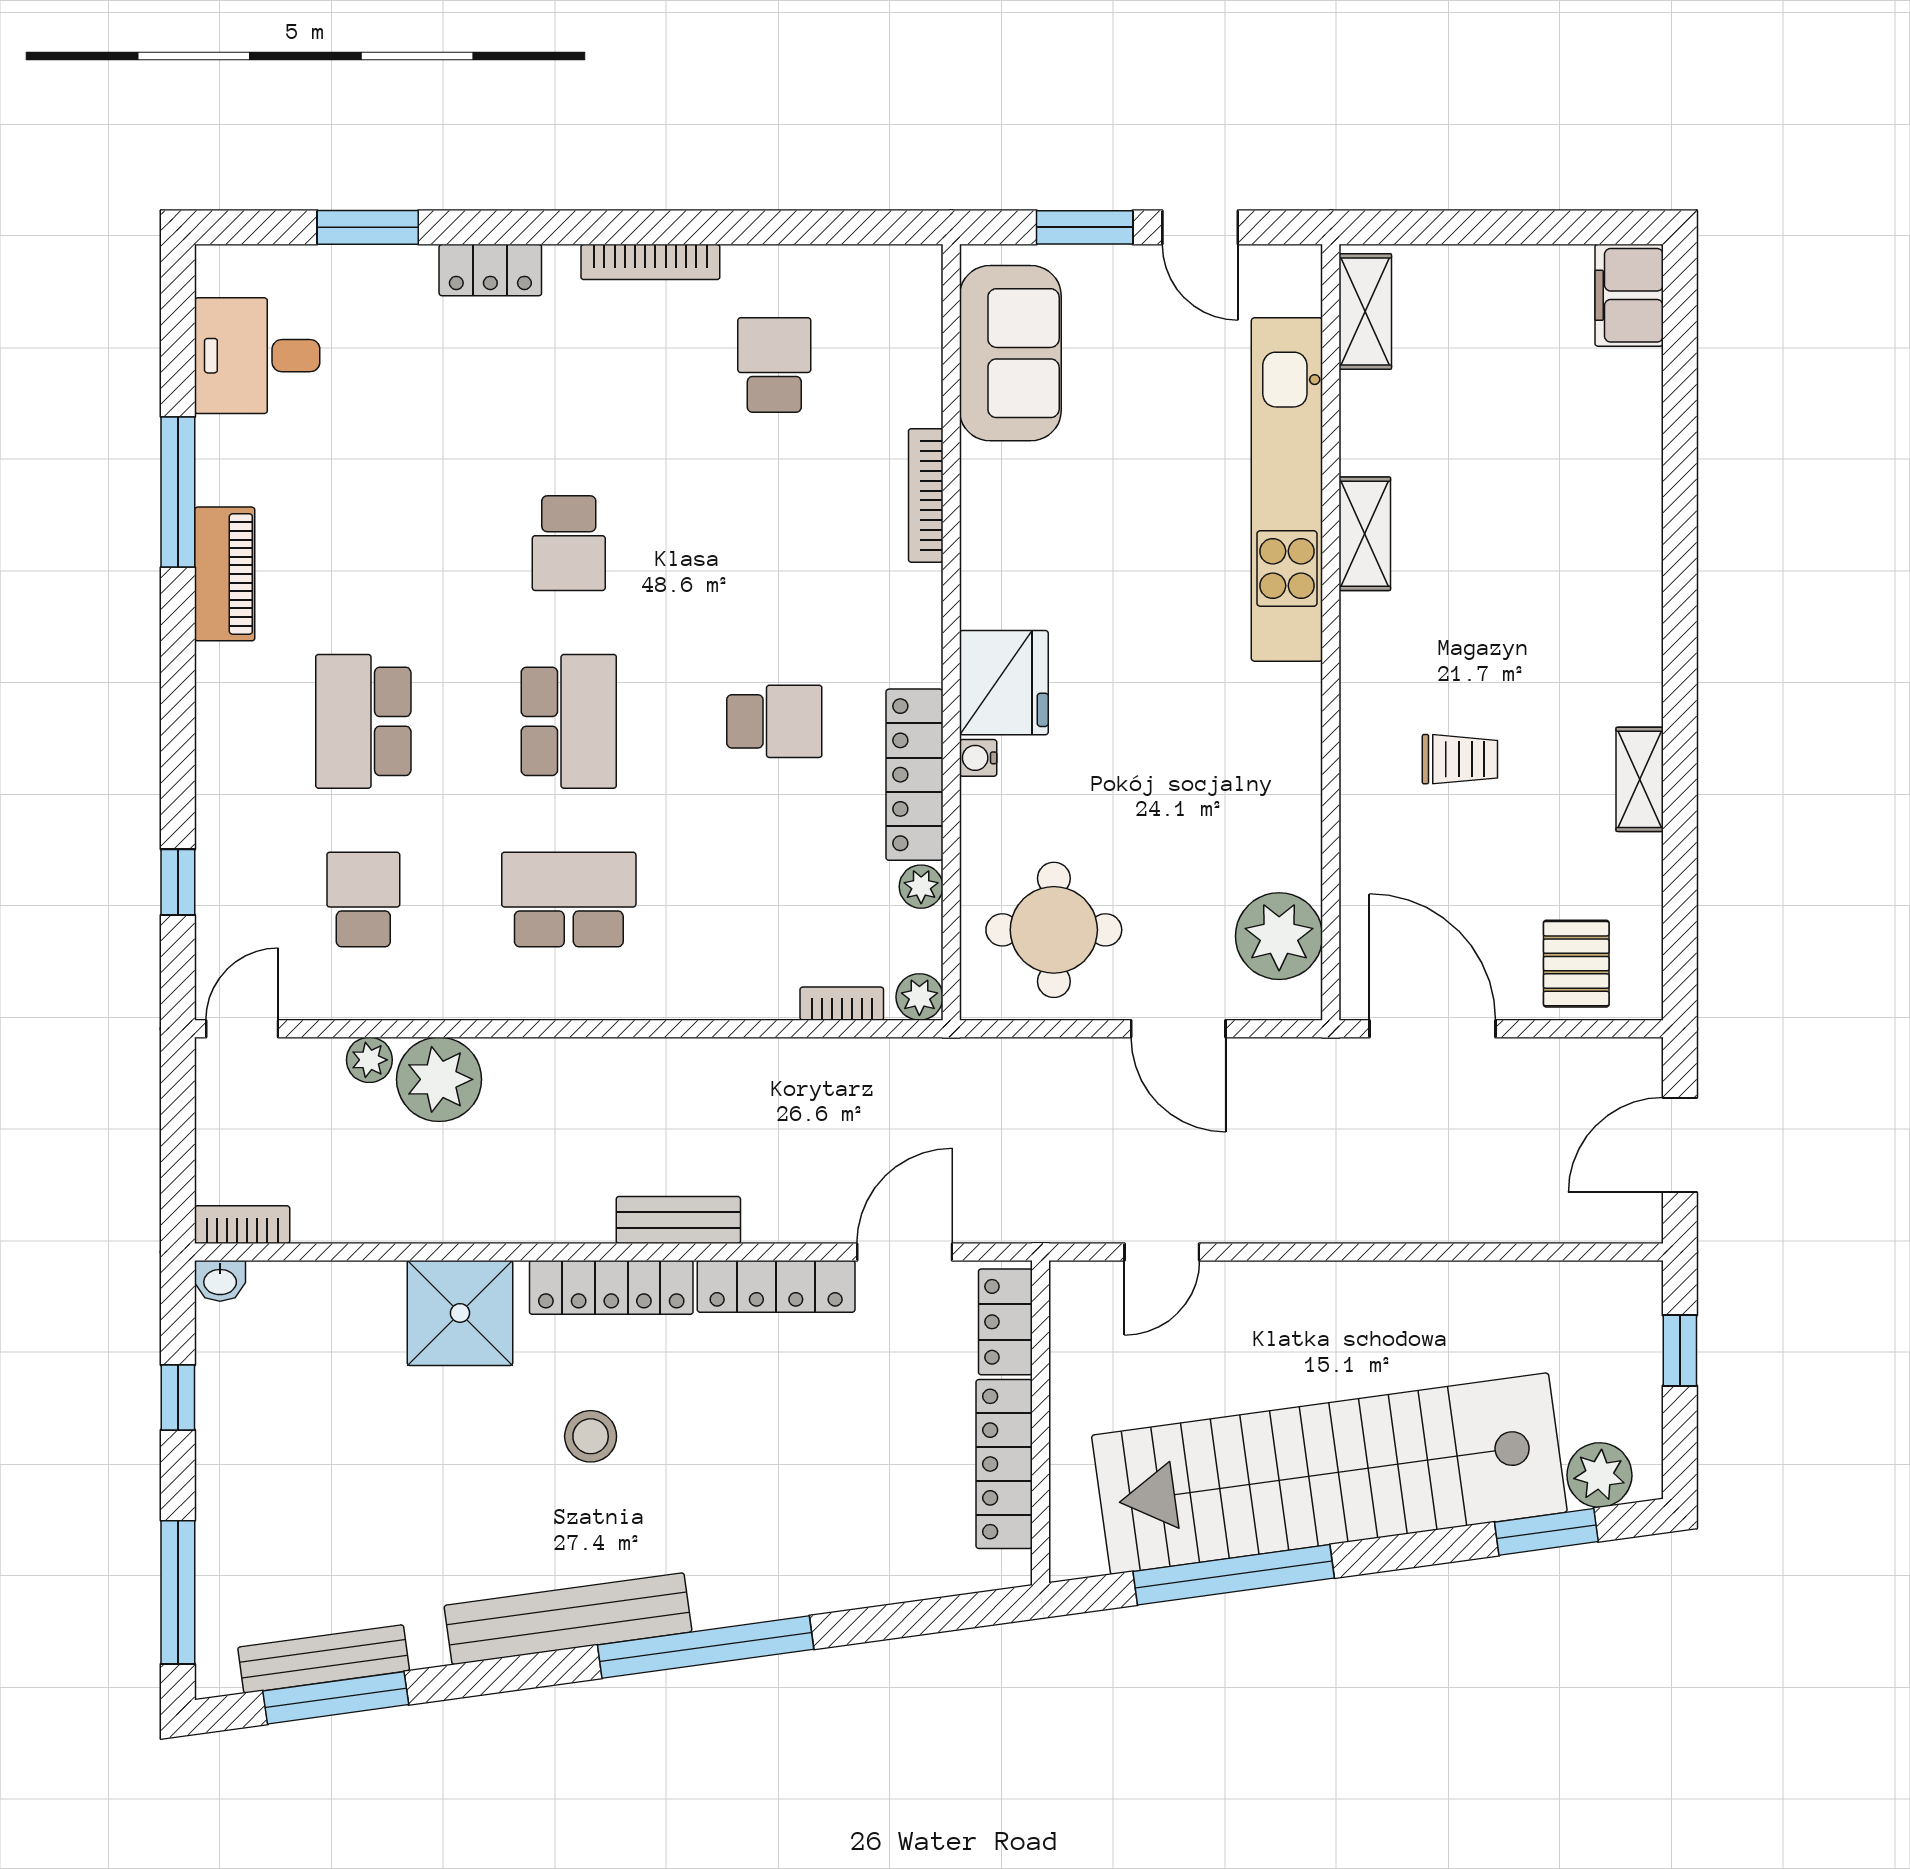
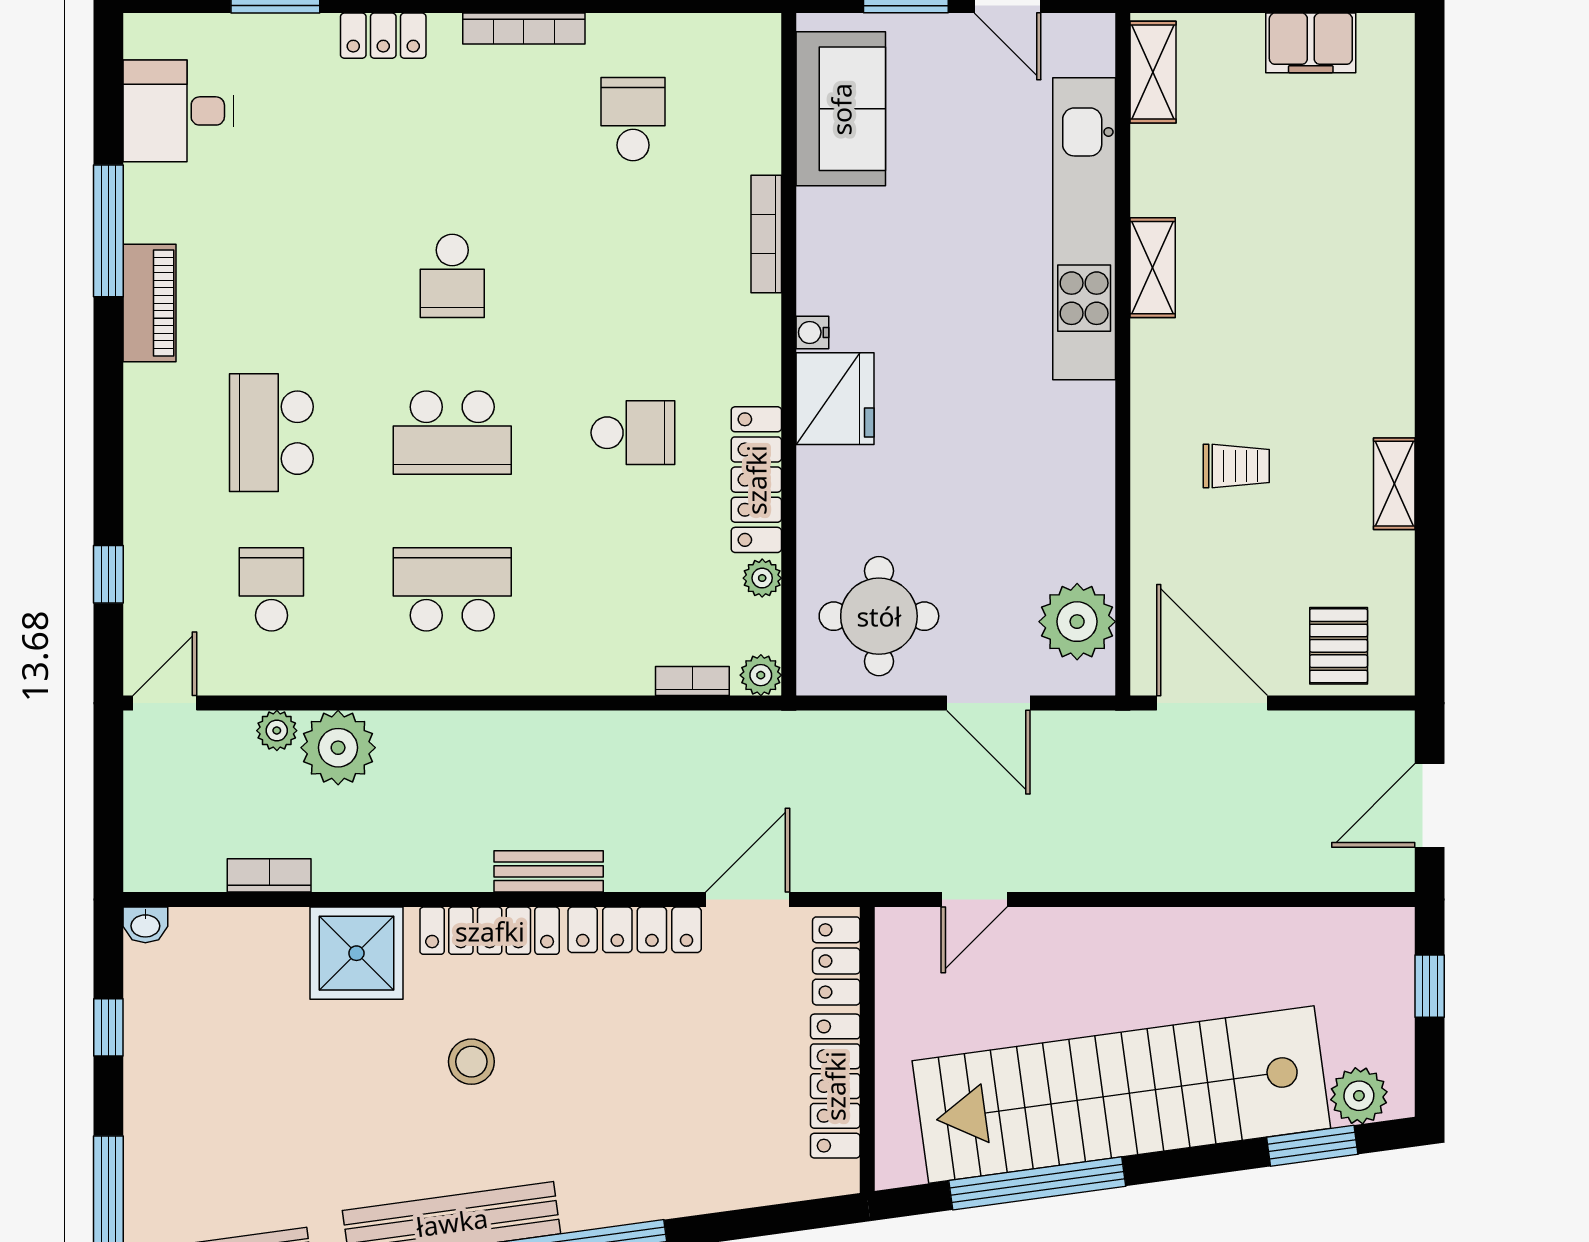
filing cabinet: (1629, 295) -> (1311, 43), moved, turned -90
school desk: (569, 721) -> (452, 433), turned 90
water cooler: (978, 758) -> (812, 332), moved
bookcase: (242, 1225) -> (269, 875), moved

